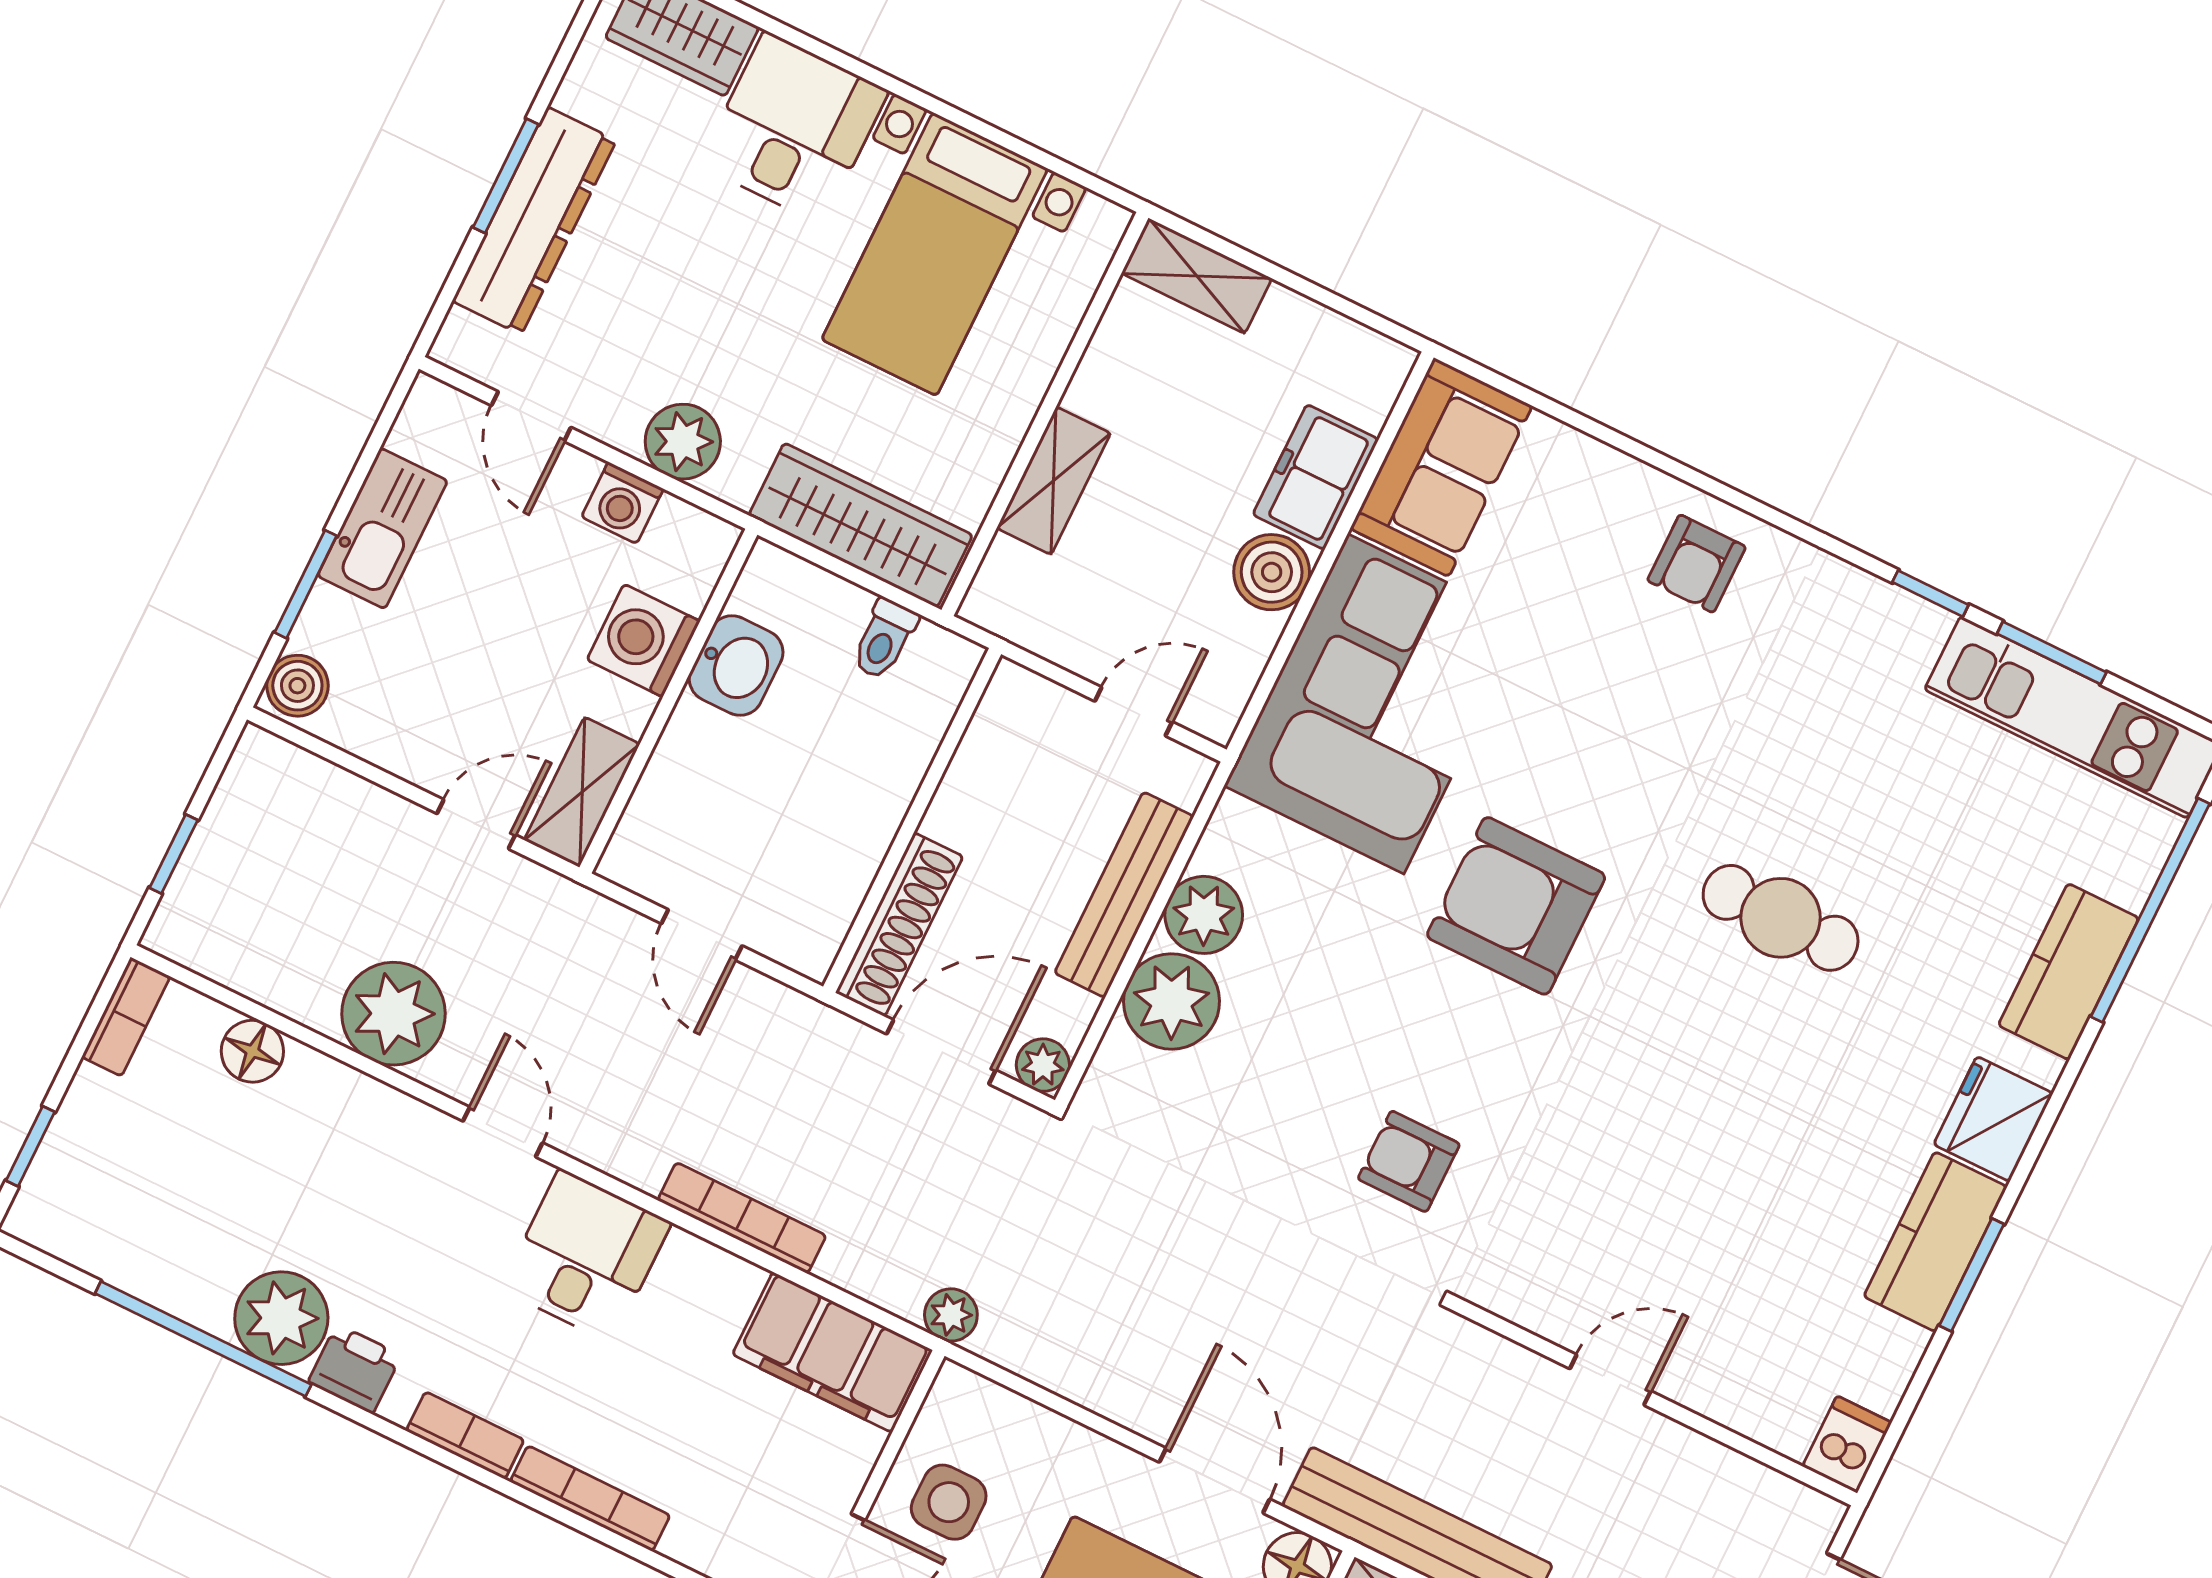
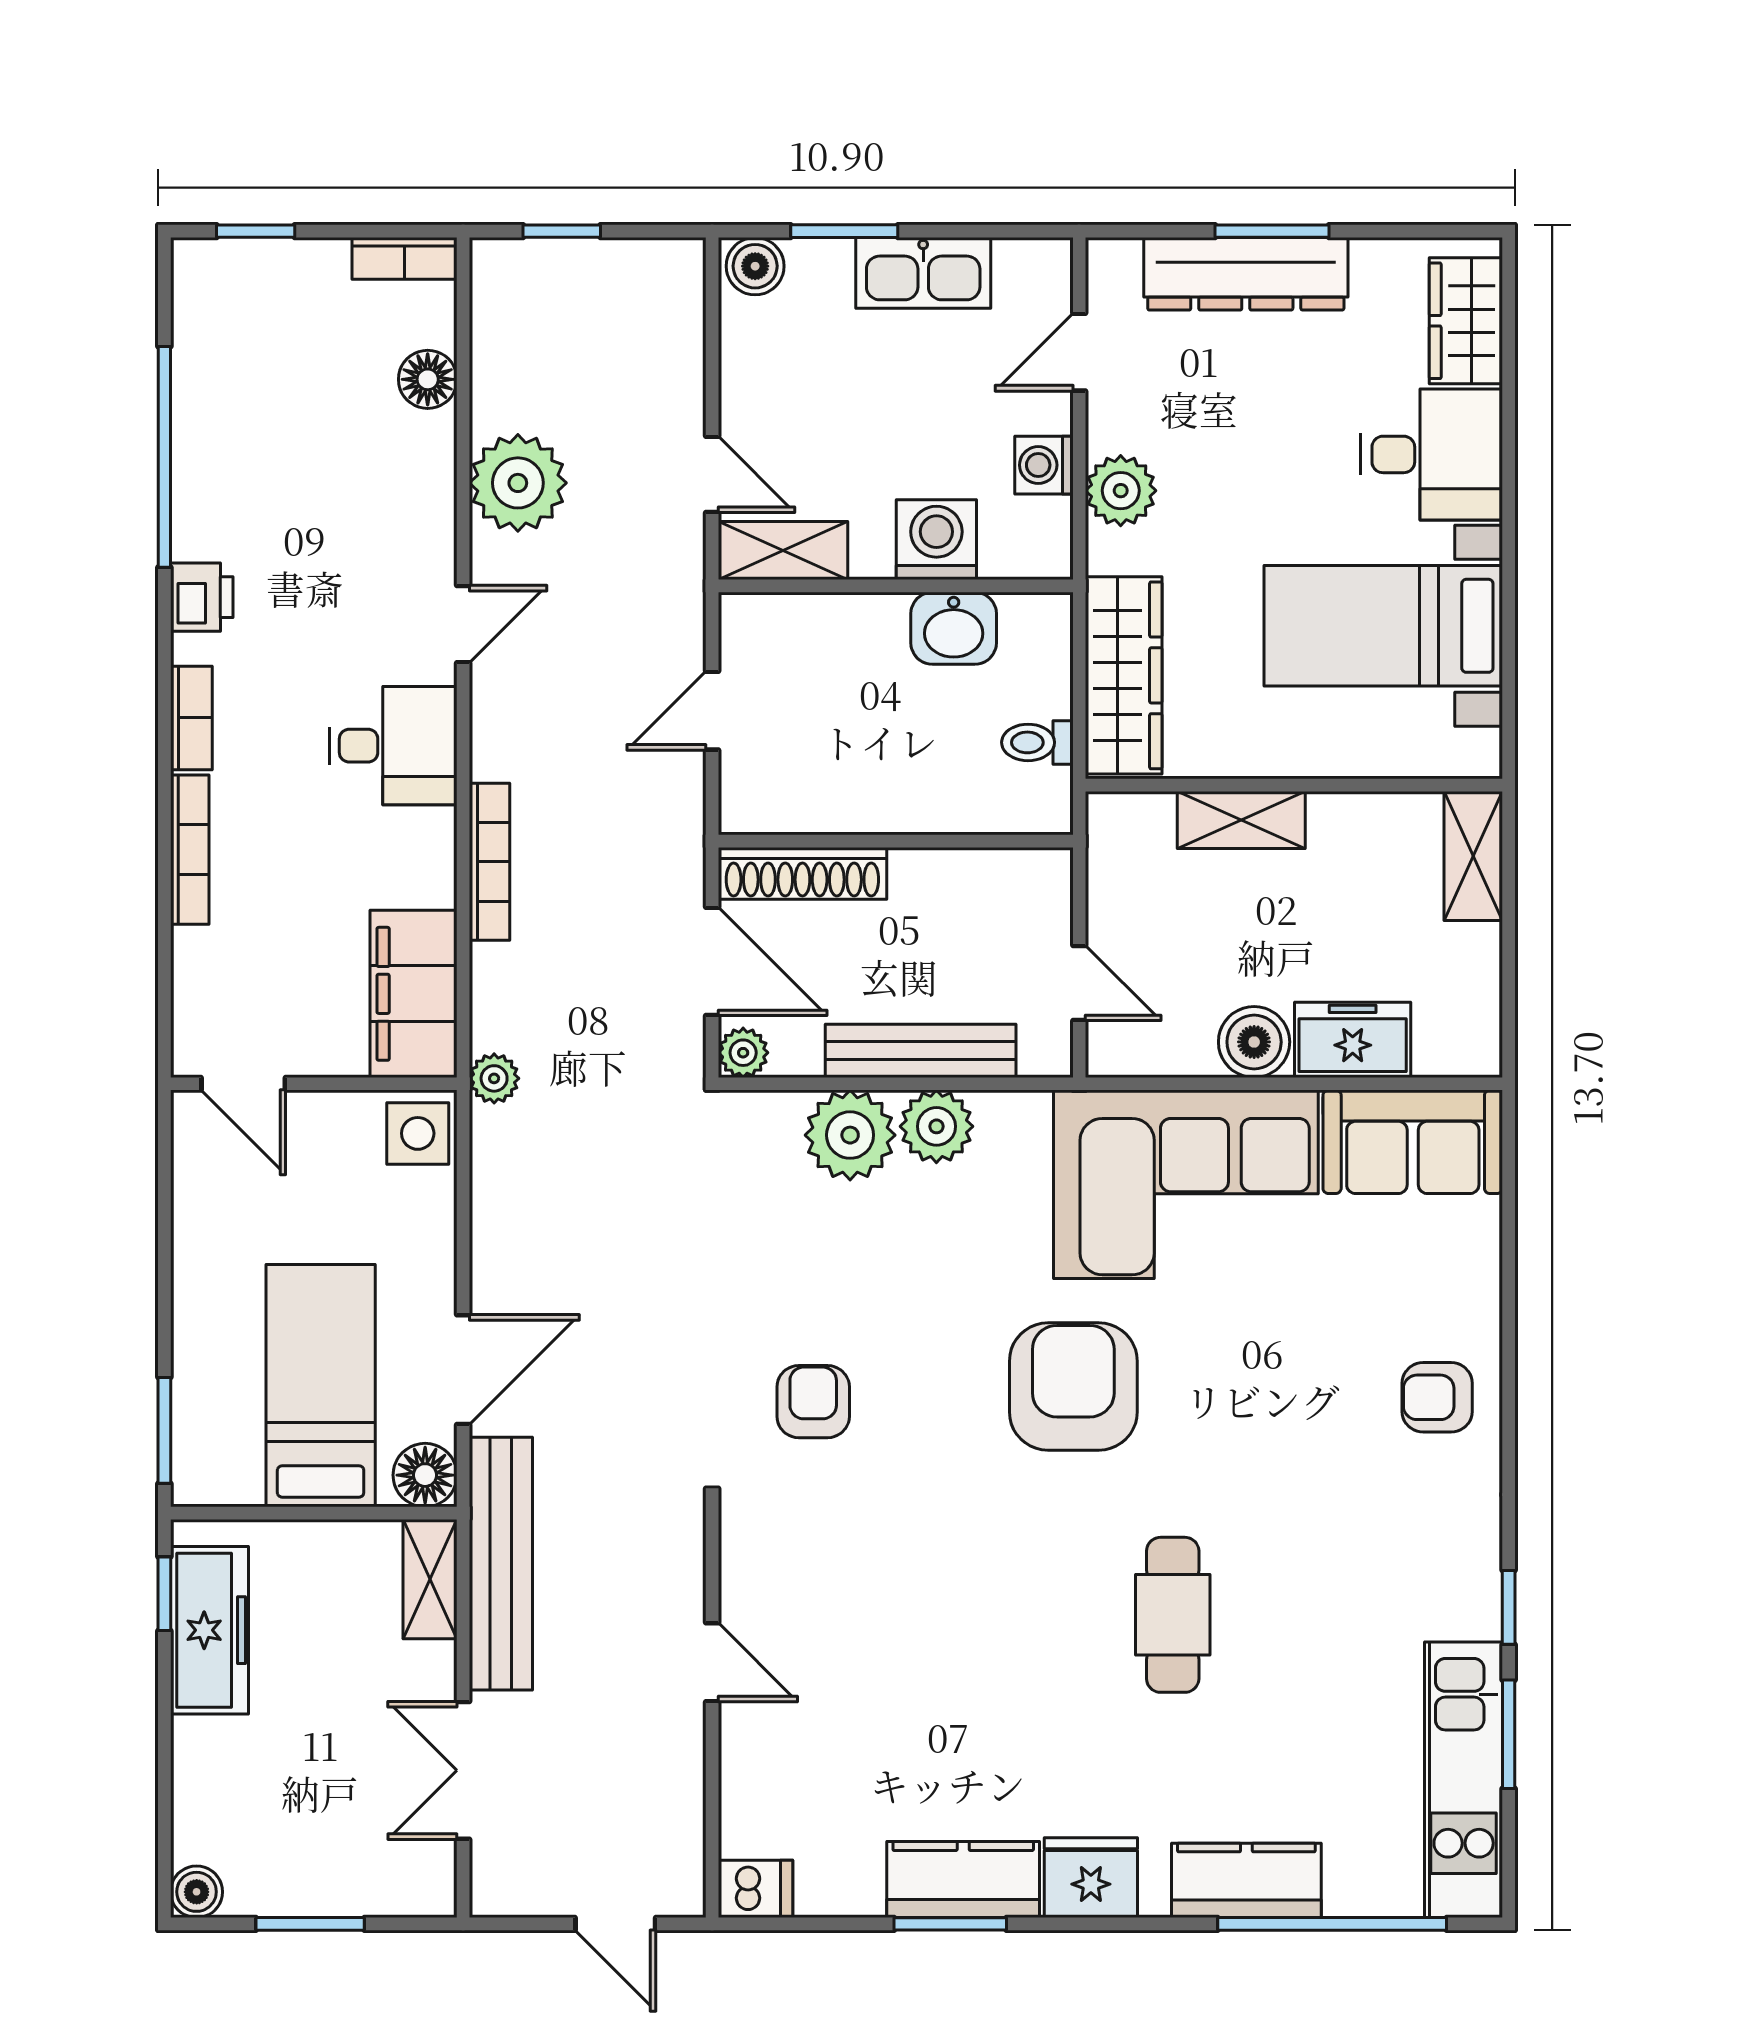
plant: (281, 1318) -> (214, 514), removed
side table: (949, 1502) -> (418, 1133), moved

